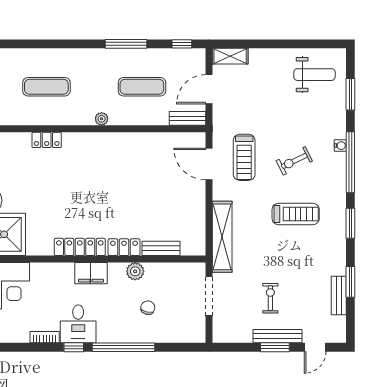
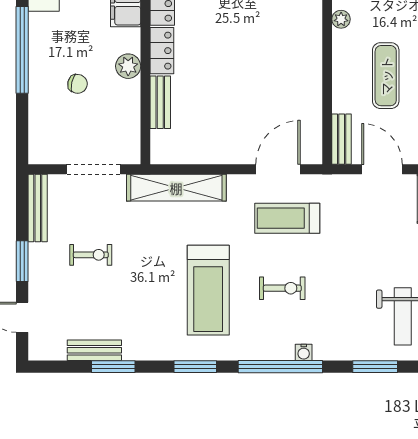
exercise bike: (294, 161) -> (282, 288), turned 116
treadmill: (296, 214) -> (208, 290), width x1.37, depth x1.38
bench: (278, 336) -> (38, 208), moved

